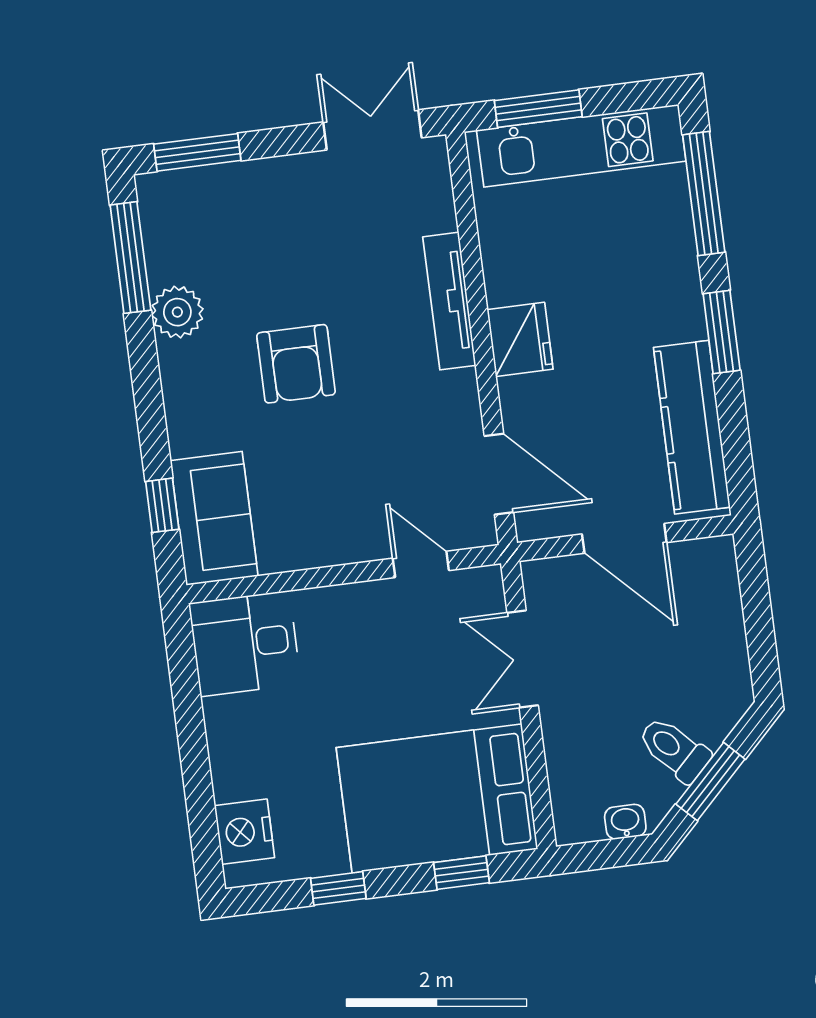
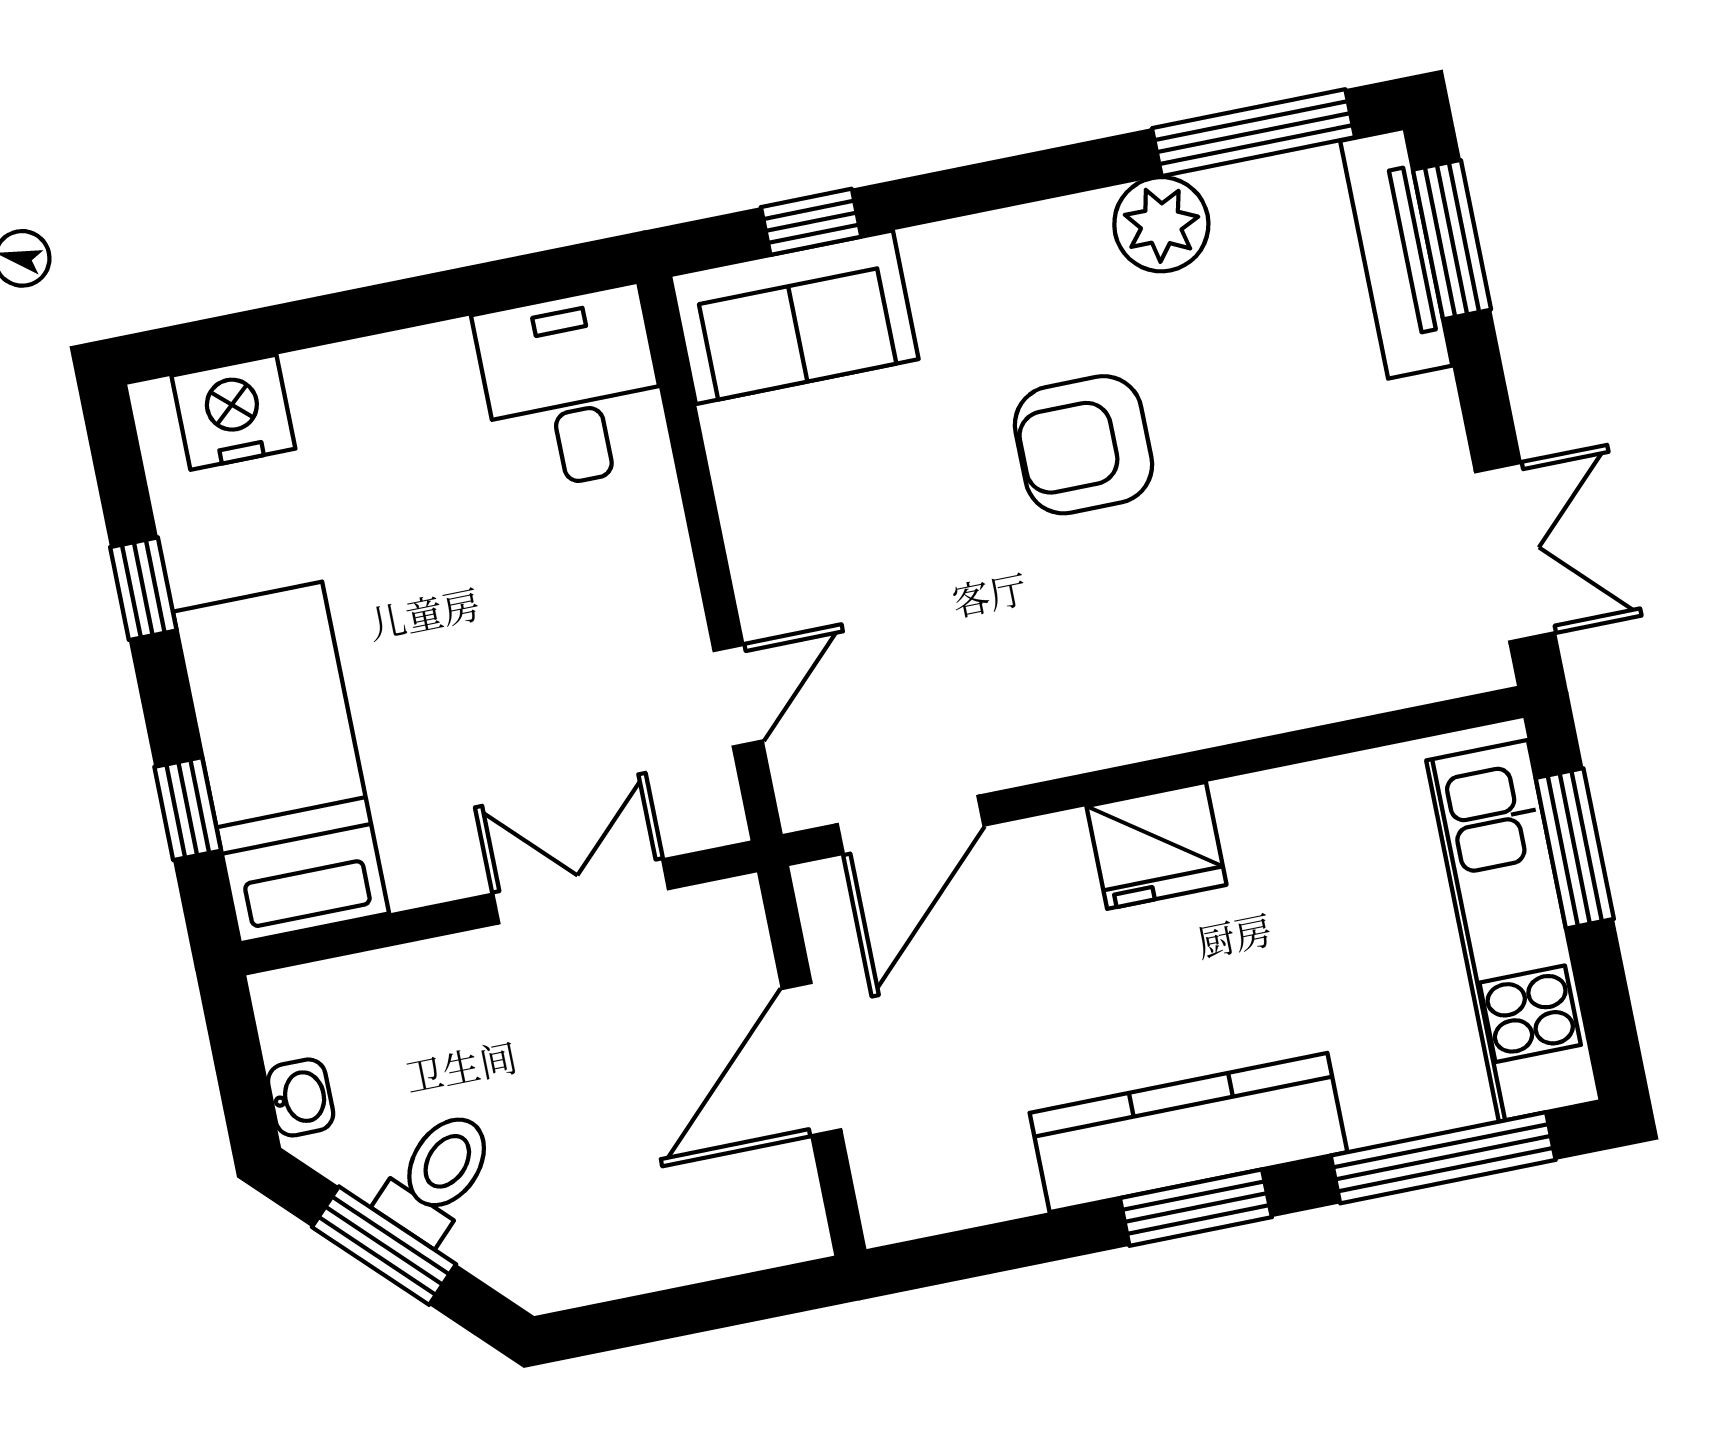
tv unit: (449, 301) -> (1396, 253), moved, turned -90
kitchen counter: (692, 427) -> (1189, 1132), moved
bed: (437, 798) -> (281, 762), width x0.67

